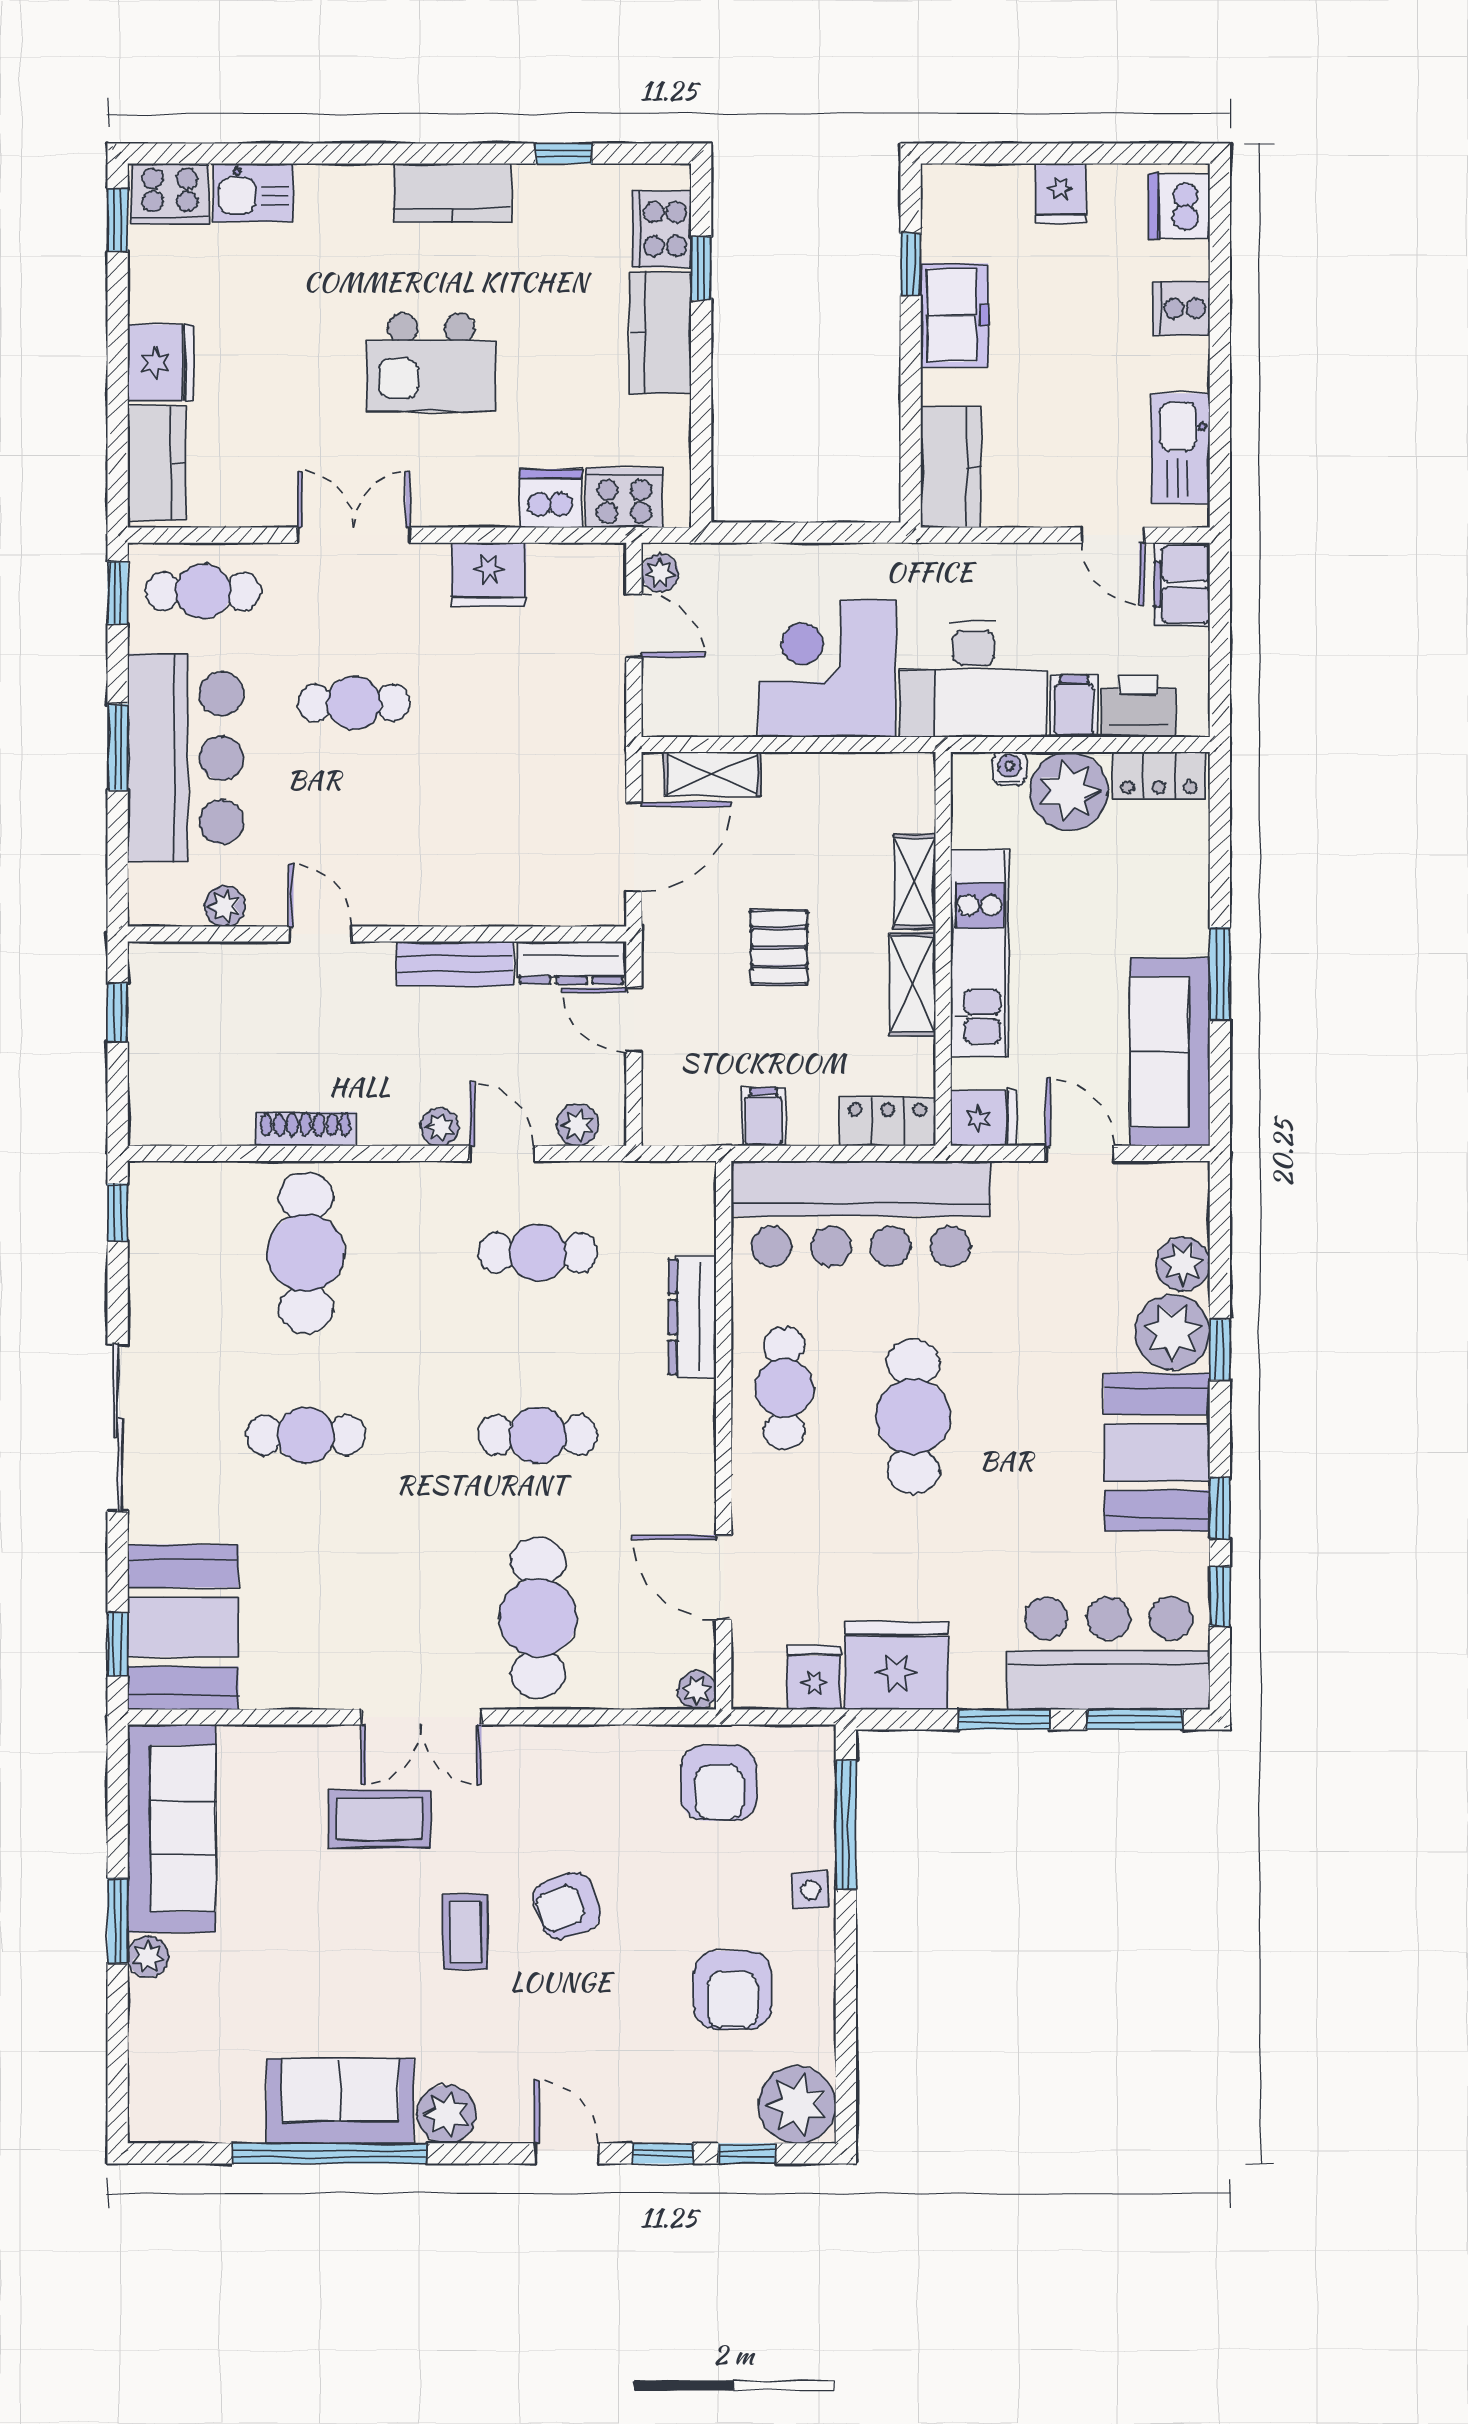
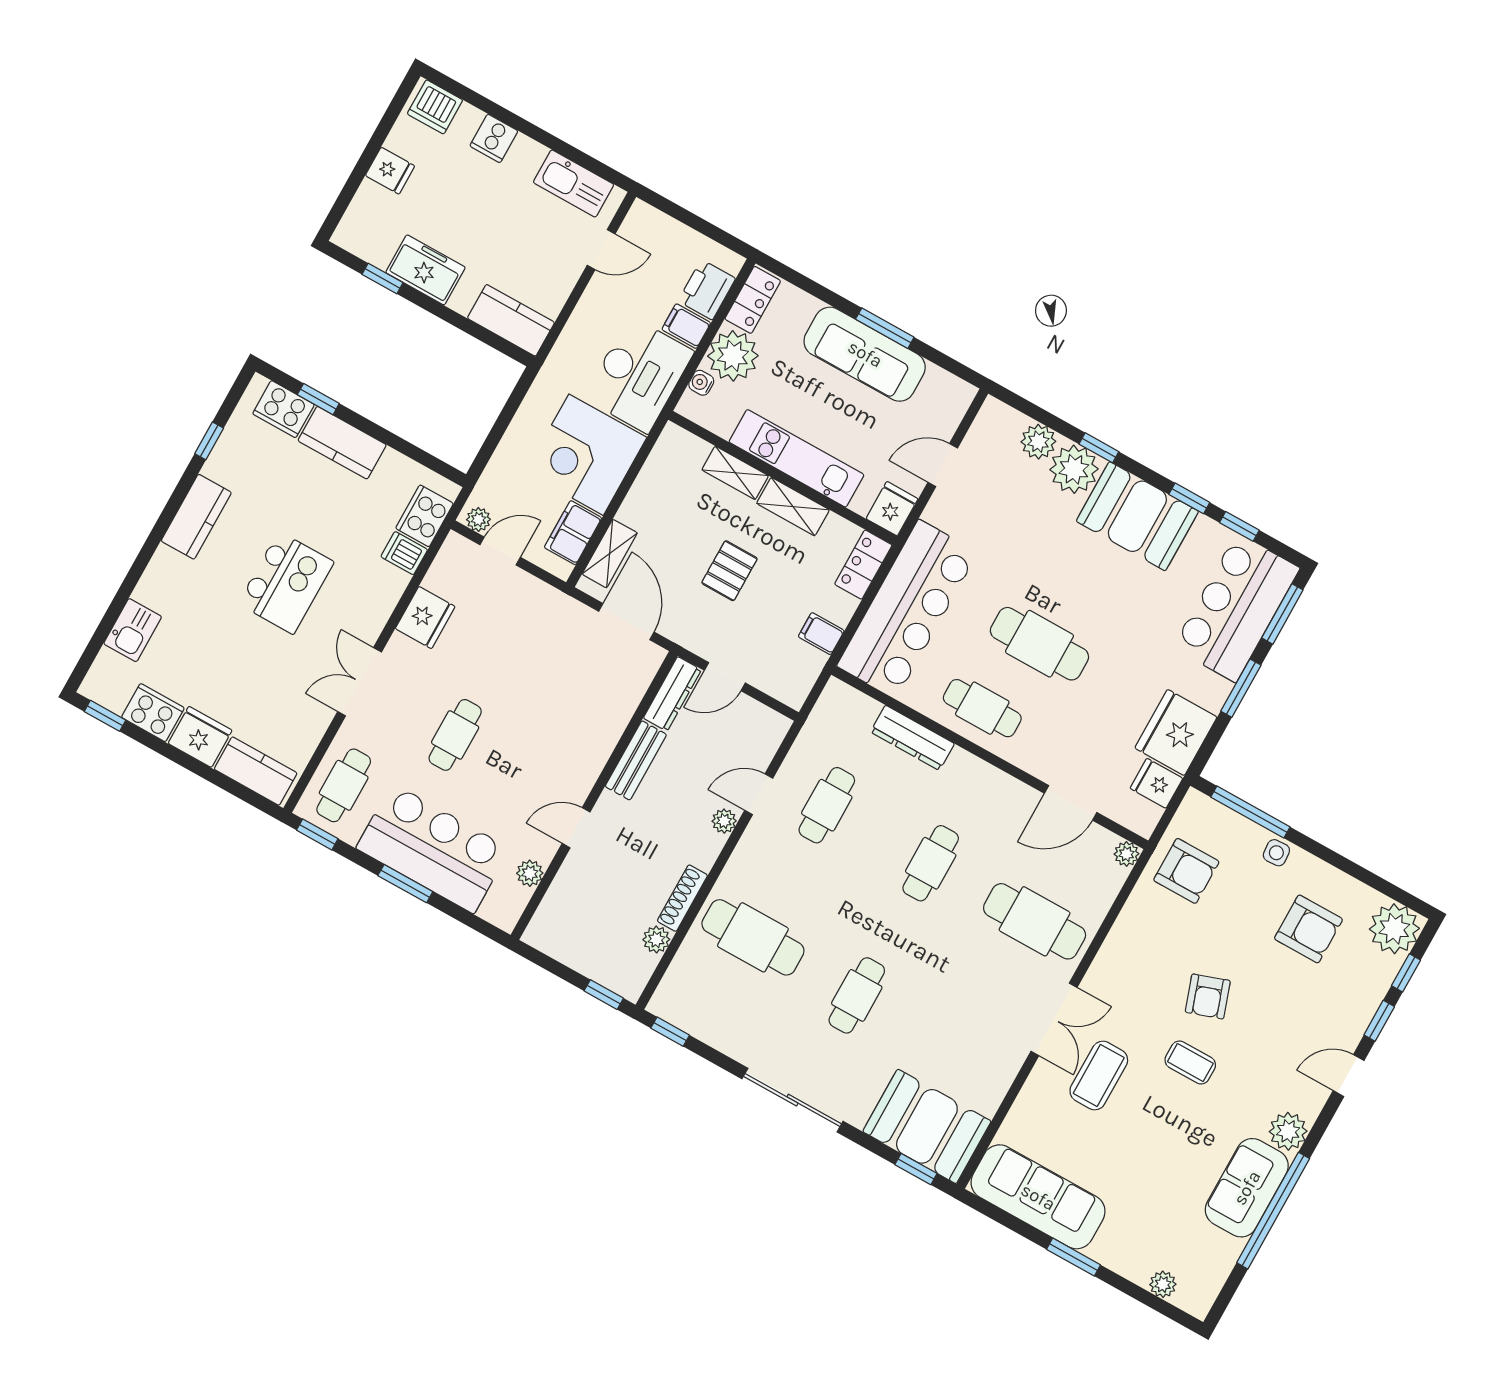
cooker: (170, 194) -> (153, 713), moved, turned -90
dishwasher: (551, 498) -> (404, 553), width x0.73
filing cabinet: (1182, 584) -> (573, 533), moved, turned 90
pallet: (779, 947) -> (729, 571), turned 90
window: (118, 1012) -> (604, 995), moved
sofa: (1170, 1052) -> (865, 354), moved
plant: (578, 1125) -> (656, 939), moved
plant: (148, 1957) -> (1163, 1284), moved

